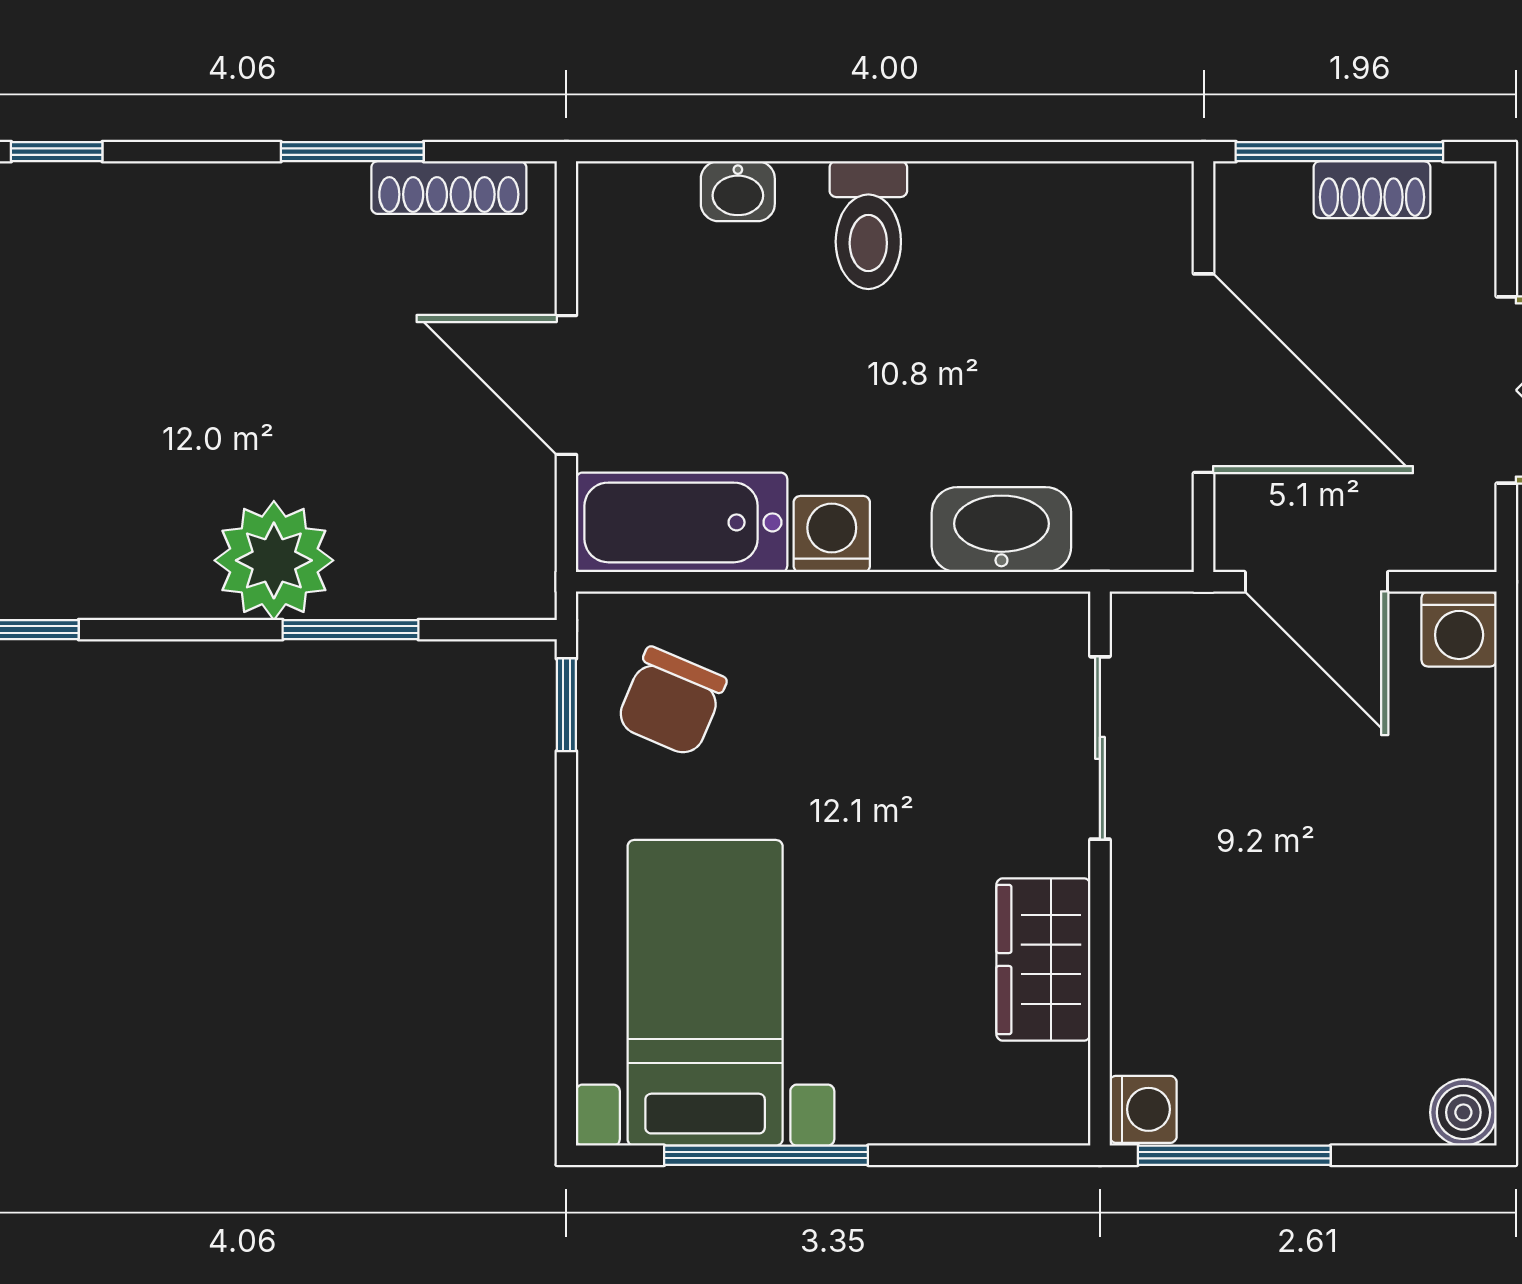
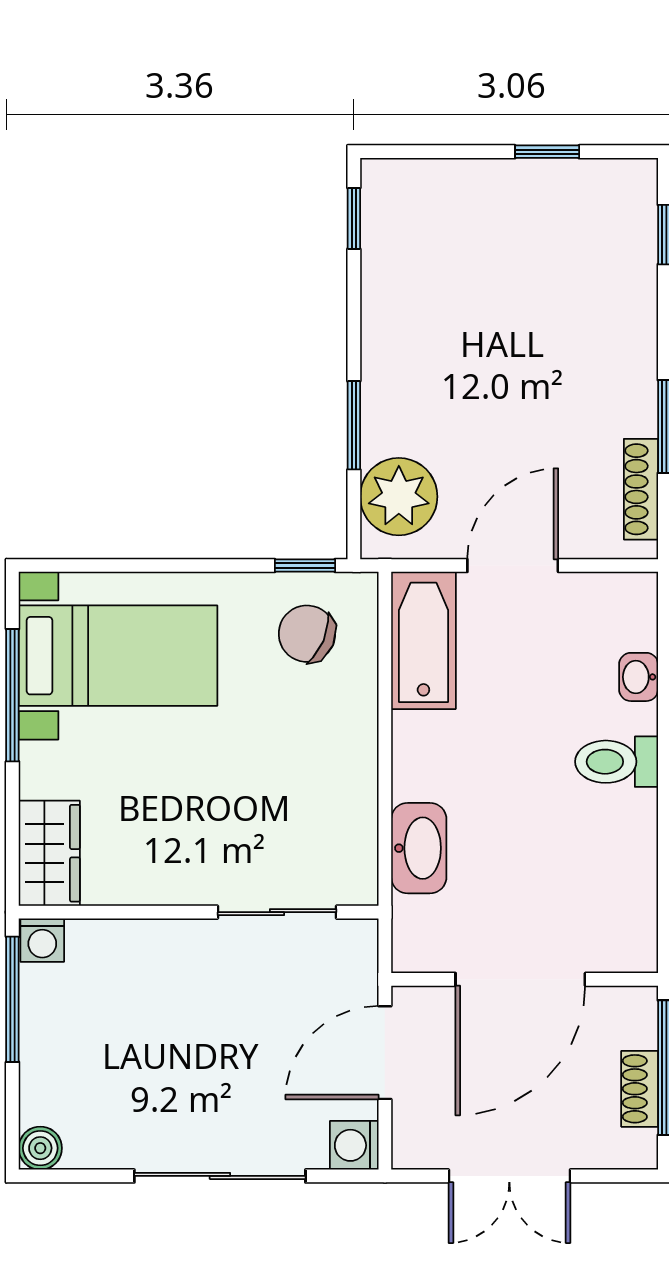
washing machine: (832, 534) -> (416, 738), removed
plant: (274, 560) -> (399, 497), moved
sliding door: (1506, 836) -> (220, 1176), added
wardrobe: (1043, 959) -> (49, 853), moved, turned 90

